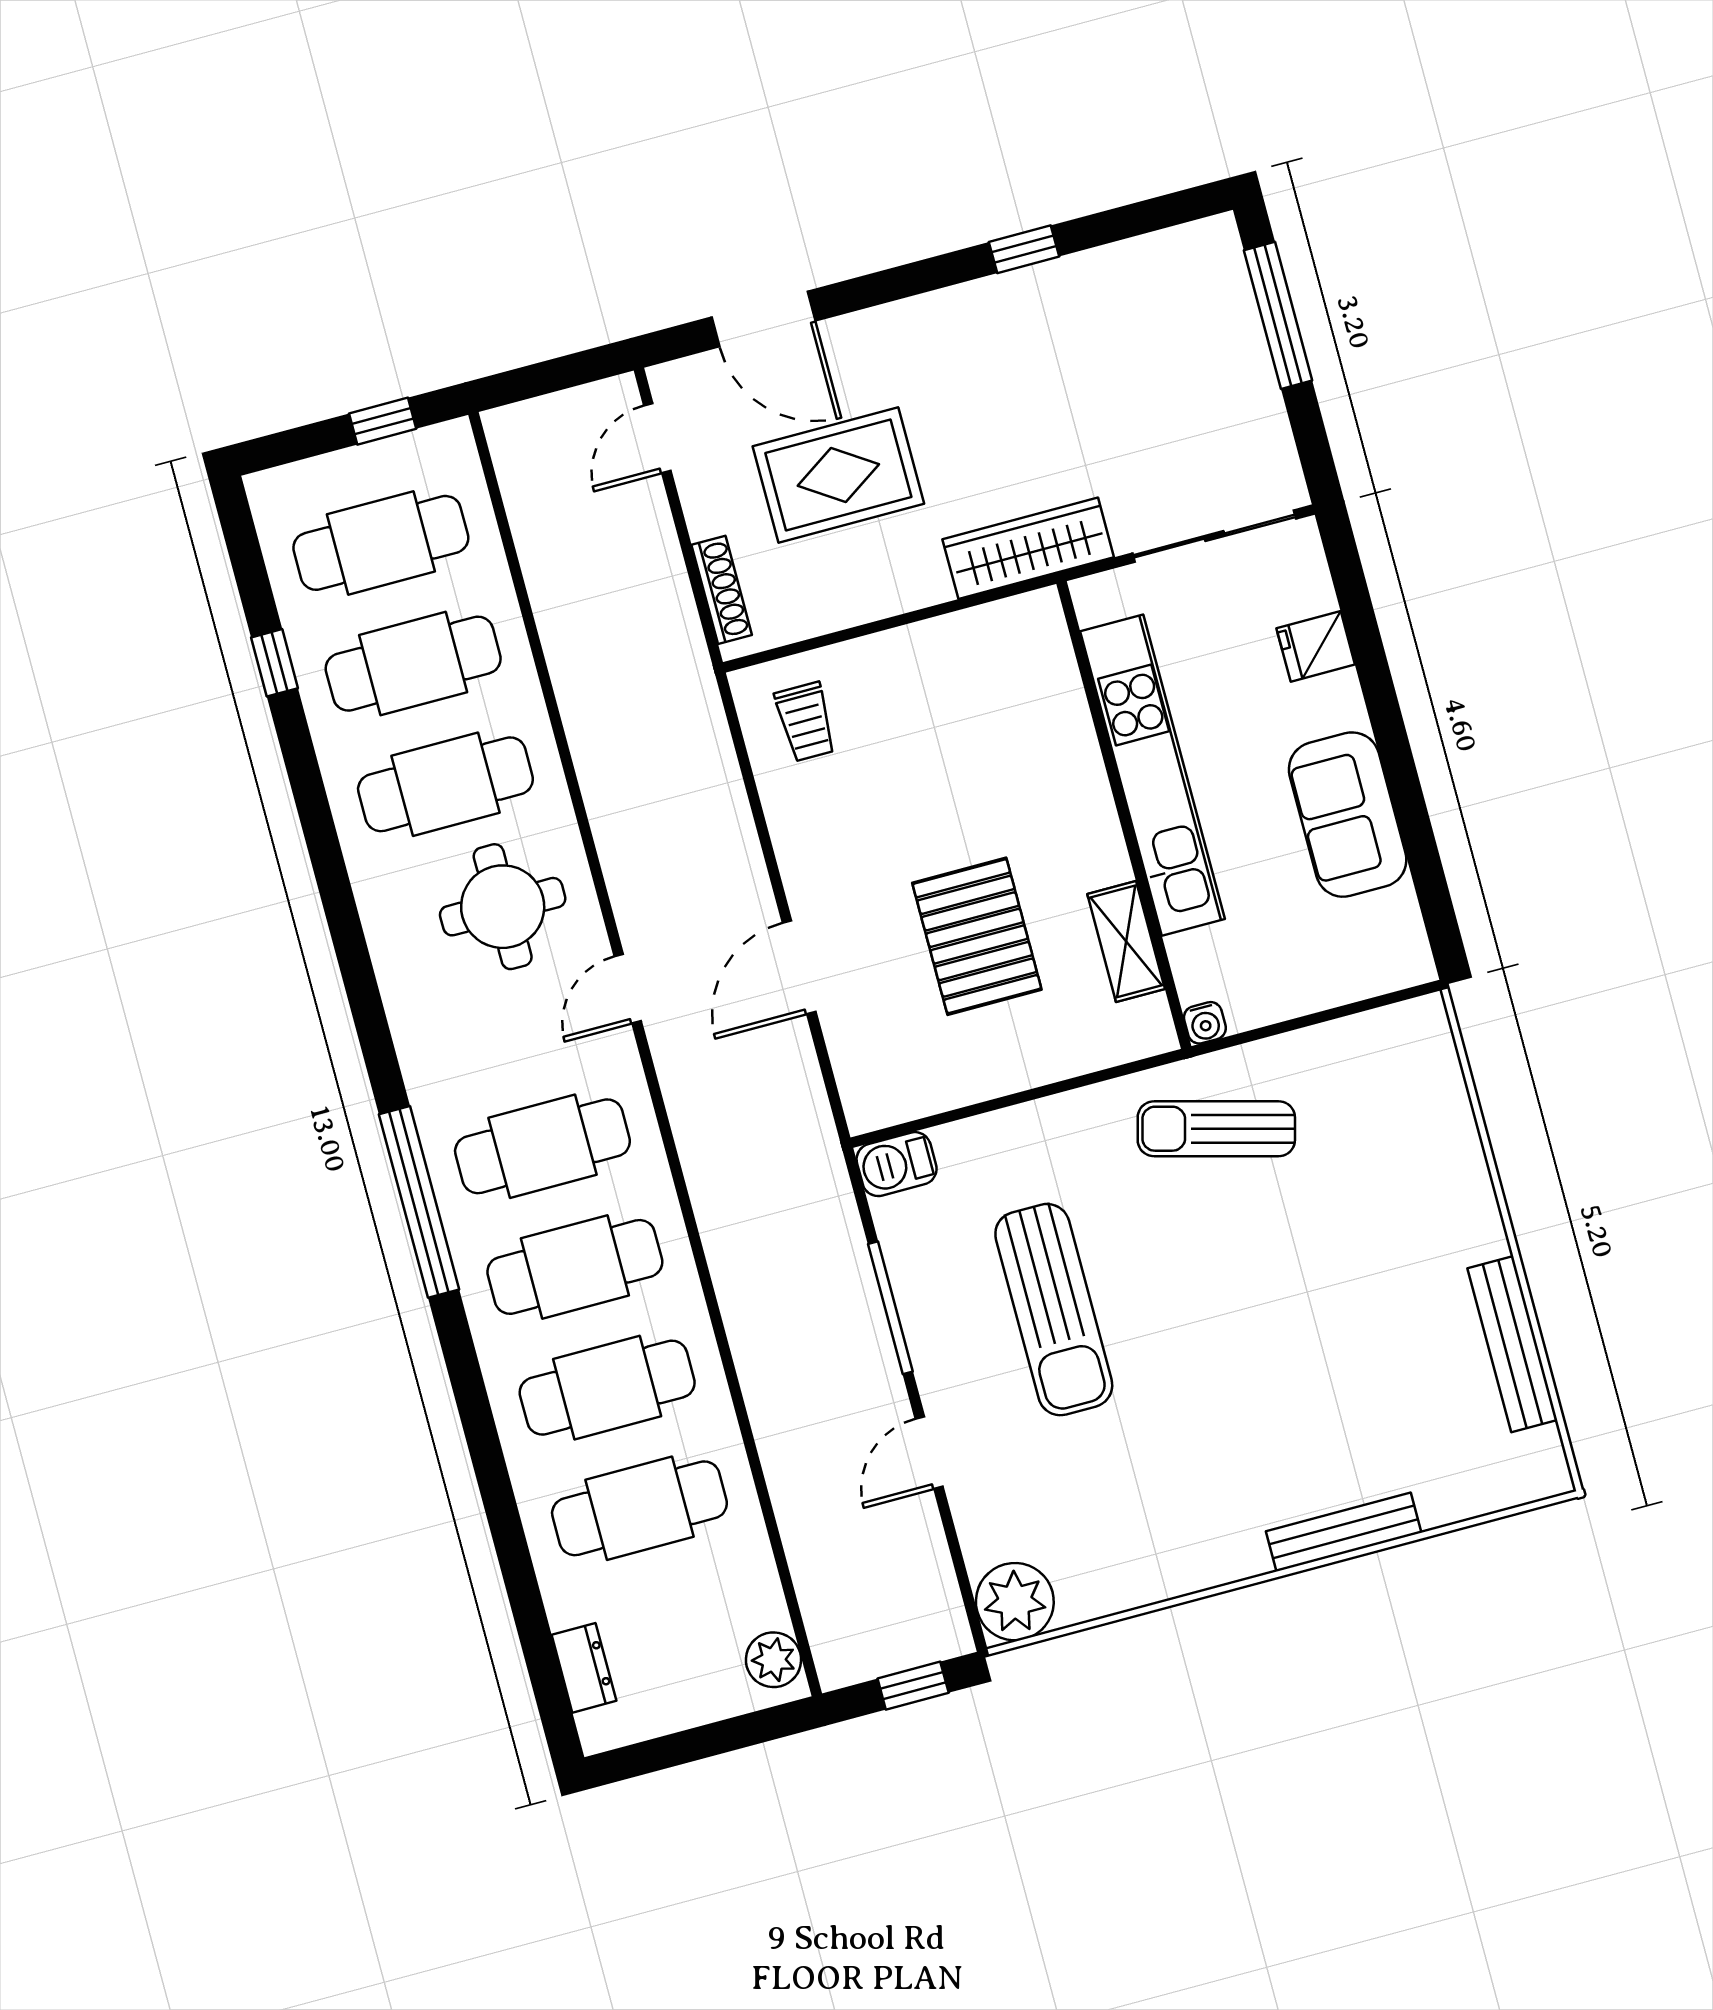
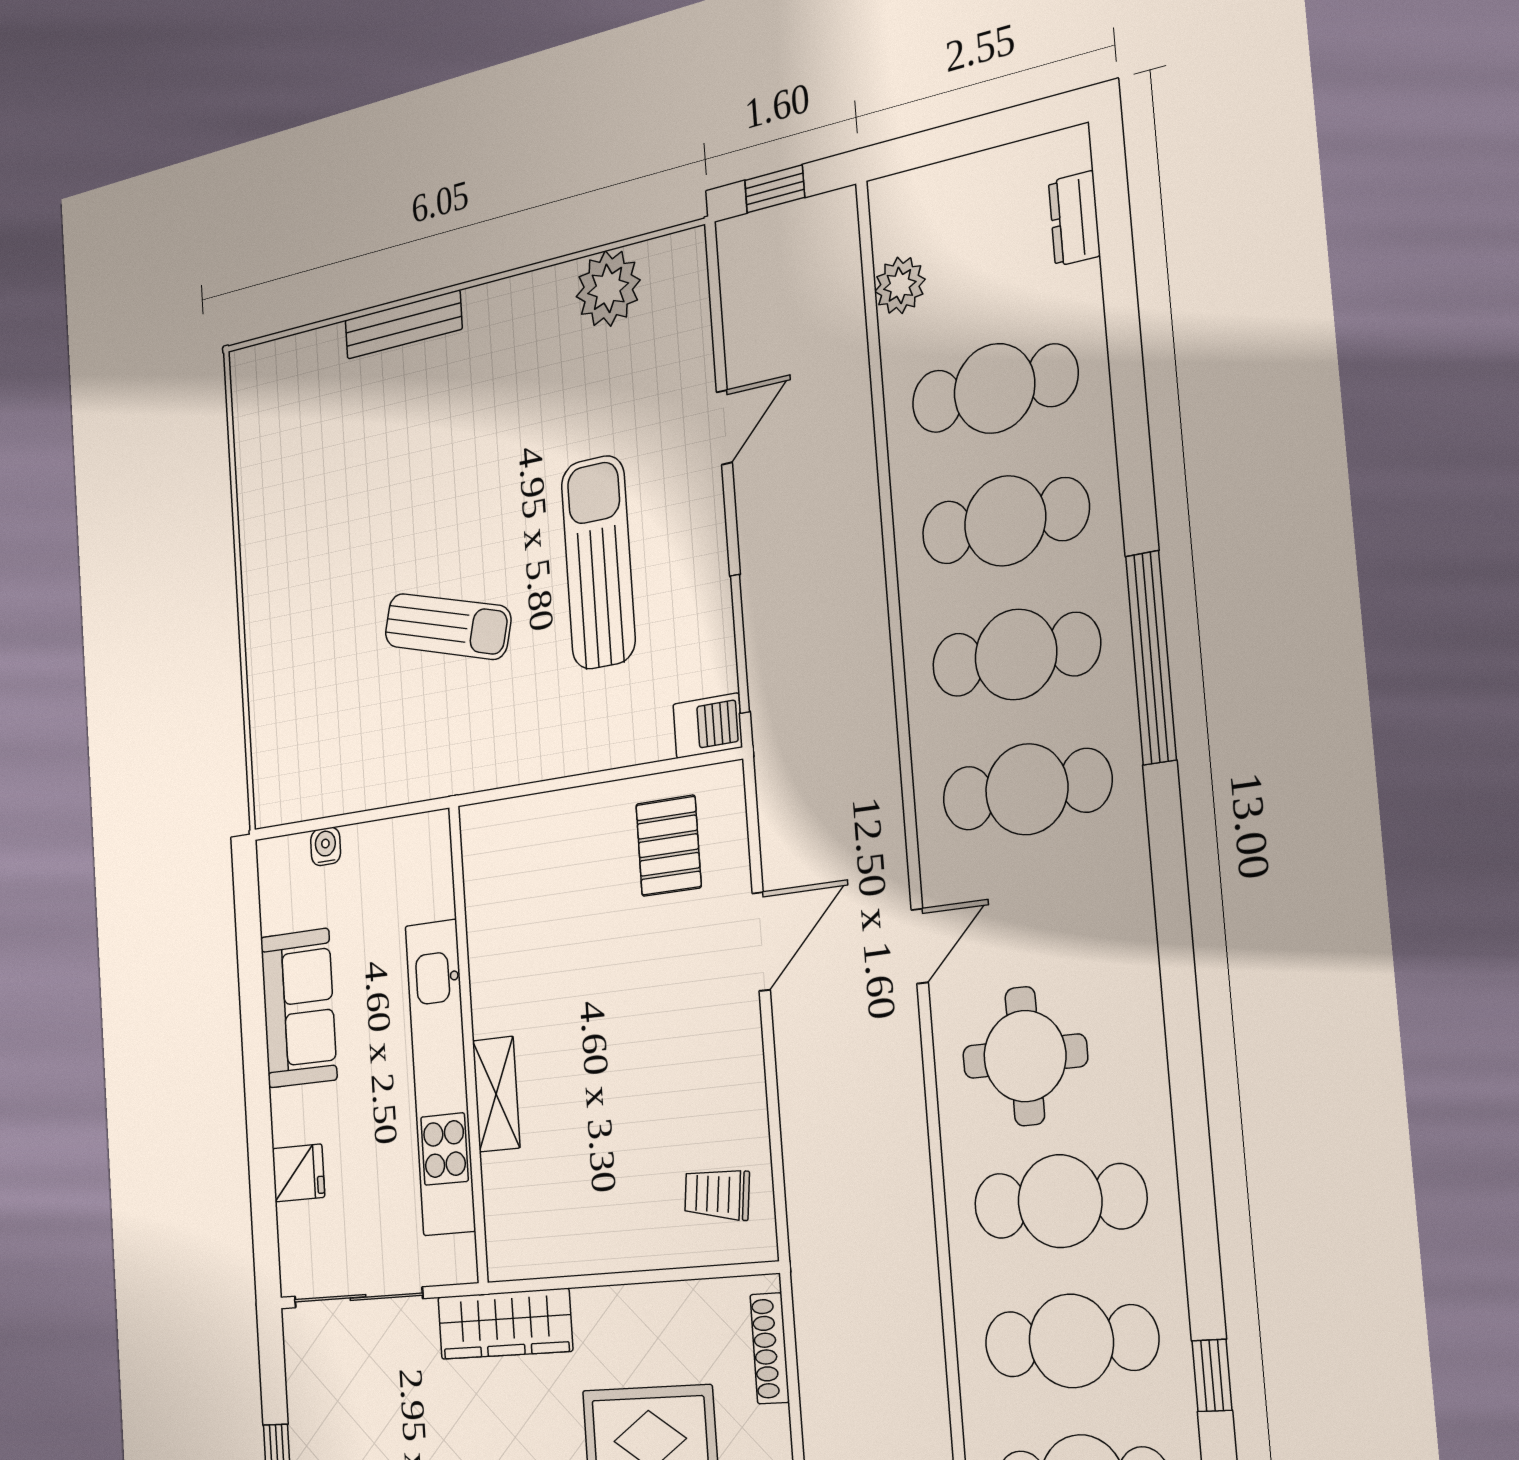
trolley: (806, 722) -> (717, 1194), turned -83
pallet: (977, 936) -> (668, 846), moved, width x0.67, depth x0.71
shelving: (1126, 941) -> (496, 1094), moved
water cooler: (1205, 1023) -> (326, 846), moved
sun lounger: (1216, 1129) -> (448, 626), moved
window: (419, 1202) -> (1151, 658), moved
window: (890, 1308) -> (740, 644), moved
bench: (1512, 1344) -> (253, 492), removed
plant: (1015, 1602) -> (608, 288), moved
plant: (773, 1660) -> (900, 285), moved

